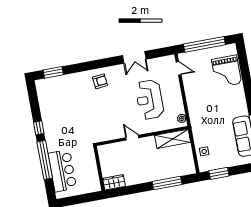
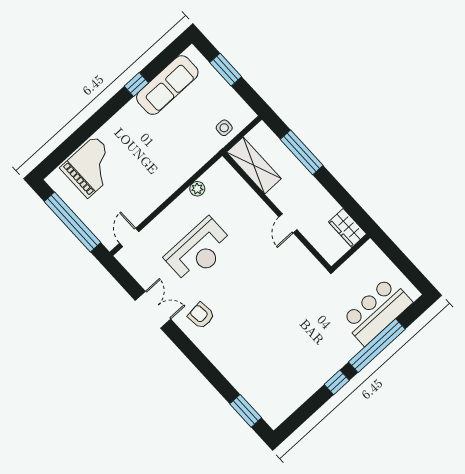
armchair: (100, 81) -> (201, 316), moved
wall: (142, 136) -> (277, 211), moved
door: (132, 138) -> (288, 223), moved
shelving: (173, 139) -> (254, 165), moved
window: (219, 173) -> (226, 70), moved

